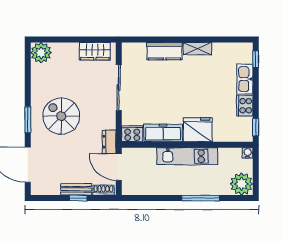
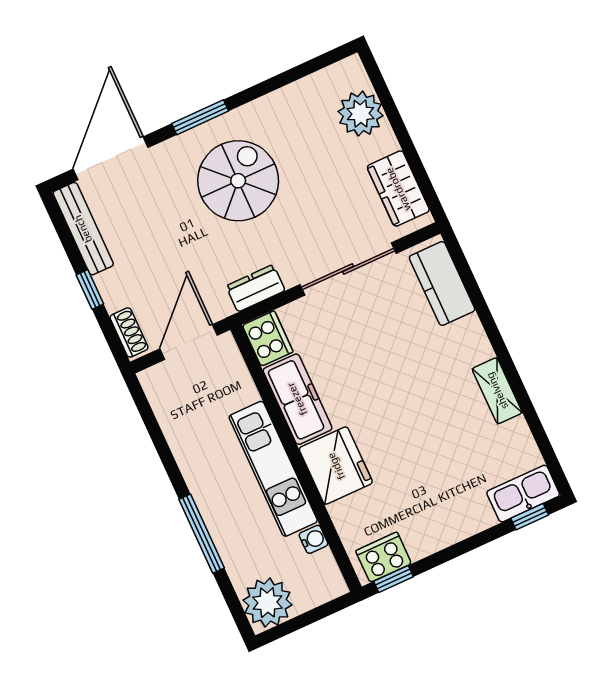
kitchen counter: (165, 51) -> (442, 283), moved
plant: (41, 53) -> (361, 114), moved
kitchen sink: (245, 79) -> (523, 494), moved
cooker: (245, 106) -> (384, 557), moved
dresser: (109, 142) -> (256, 288), moved
water cooler: (248, 153) -> (314, 539), moved
bench: (76, 189) -> (83, 229), moved, width x1.36

